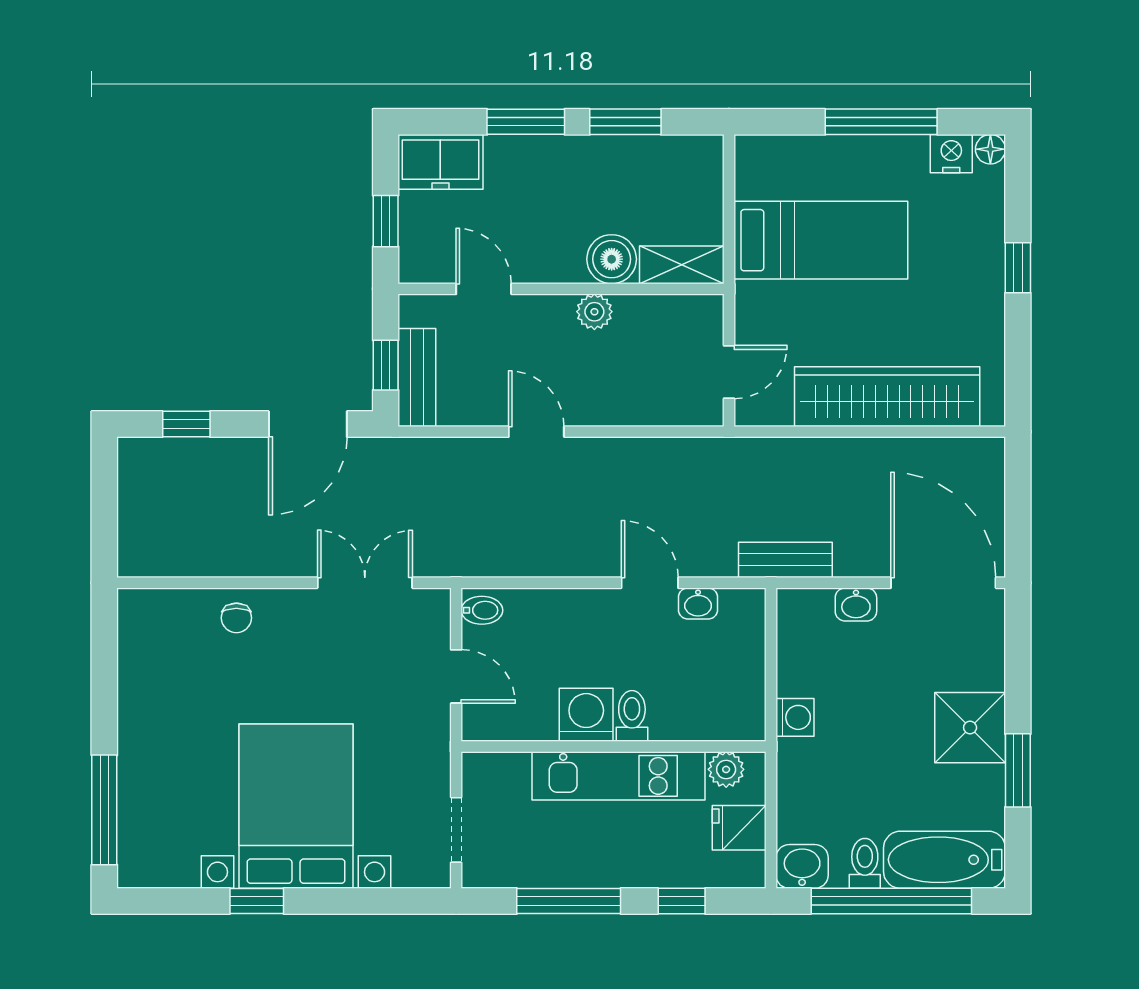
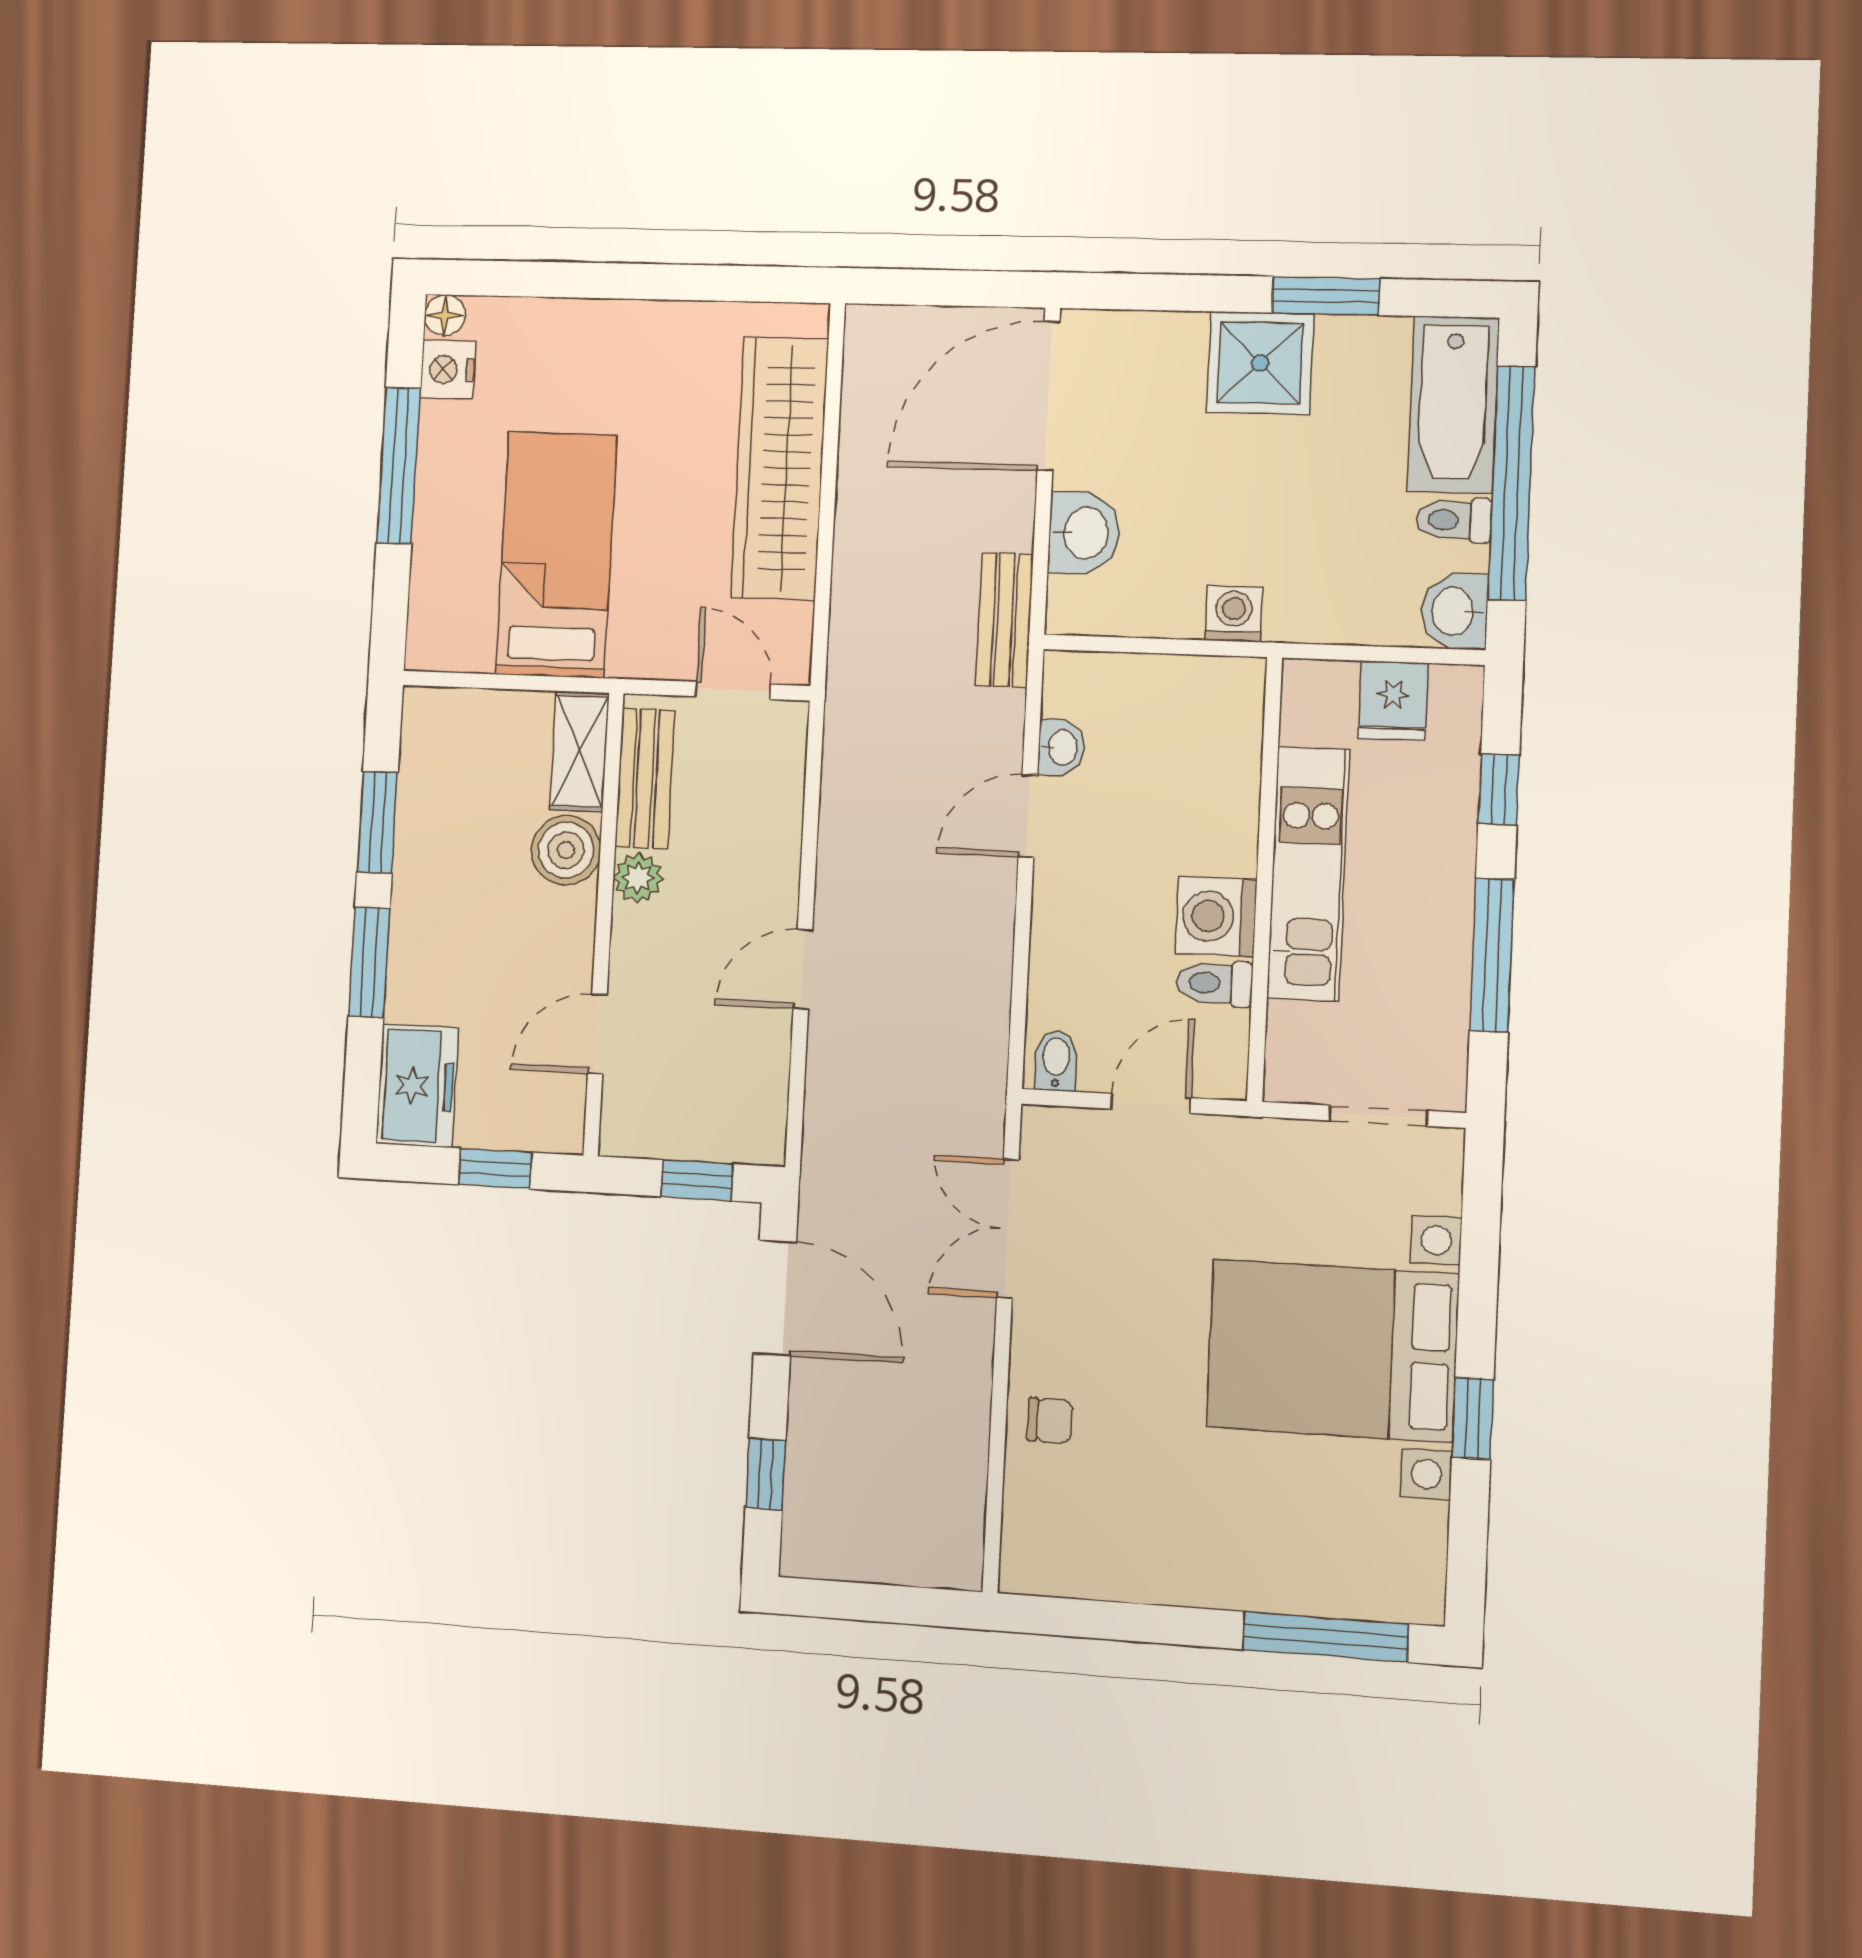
window: (1018, 268) -> (610, 281), removed
bench: (417, 378) -> (645, 778), moved, turned 90
washbasin: (856, 604) -> (1084, 533), width x1.38, depth x1.45
toilet: (632, 716) -> (1215, 983), moved
plant: (726, 769) -> (1306, 717), removed

